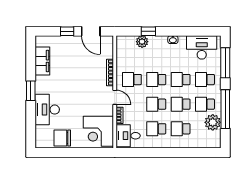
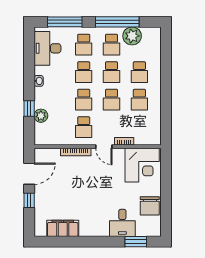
window: (31, 91) -> (136, 242), moved
door: (115, 97) -> (104, 147), swing flipped
desk: (47, 110) -> (122, 223), width x0.73
desk: (128, 136) -> (147, 131), removed

